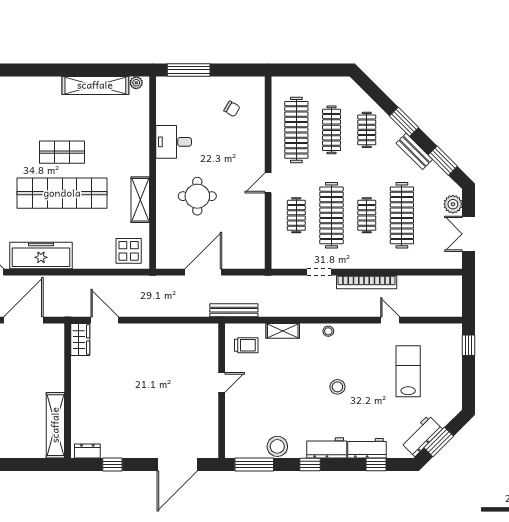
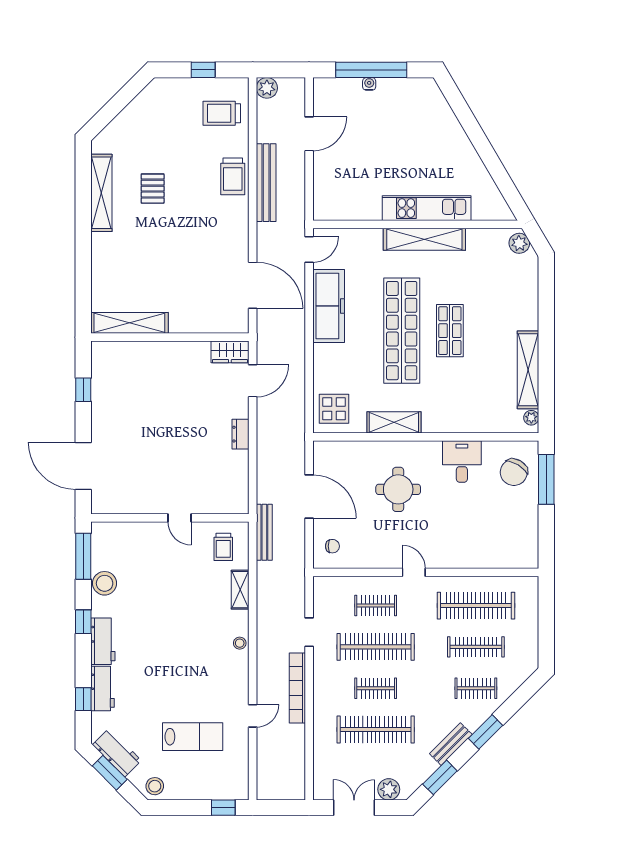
chair: (232, 109) -> (514, 472), moved, width x1.87, depth x1.87
chair: (246, 252) -> (332, 546), added
stool: (337, 387) -> (155, 786), moved
dresser: (87, 451) -> (240, 434), moved, turned 180

